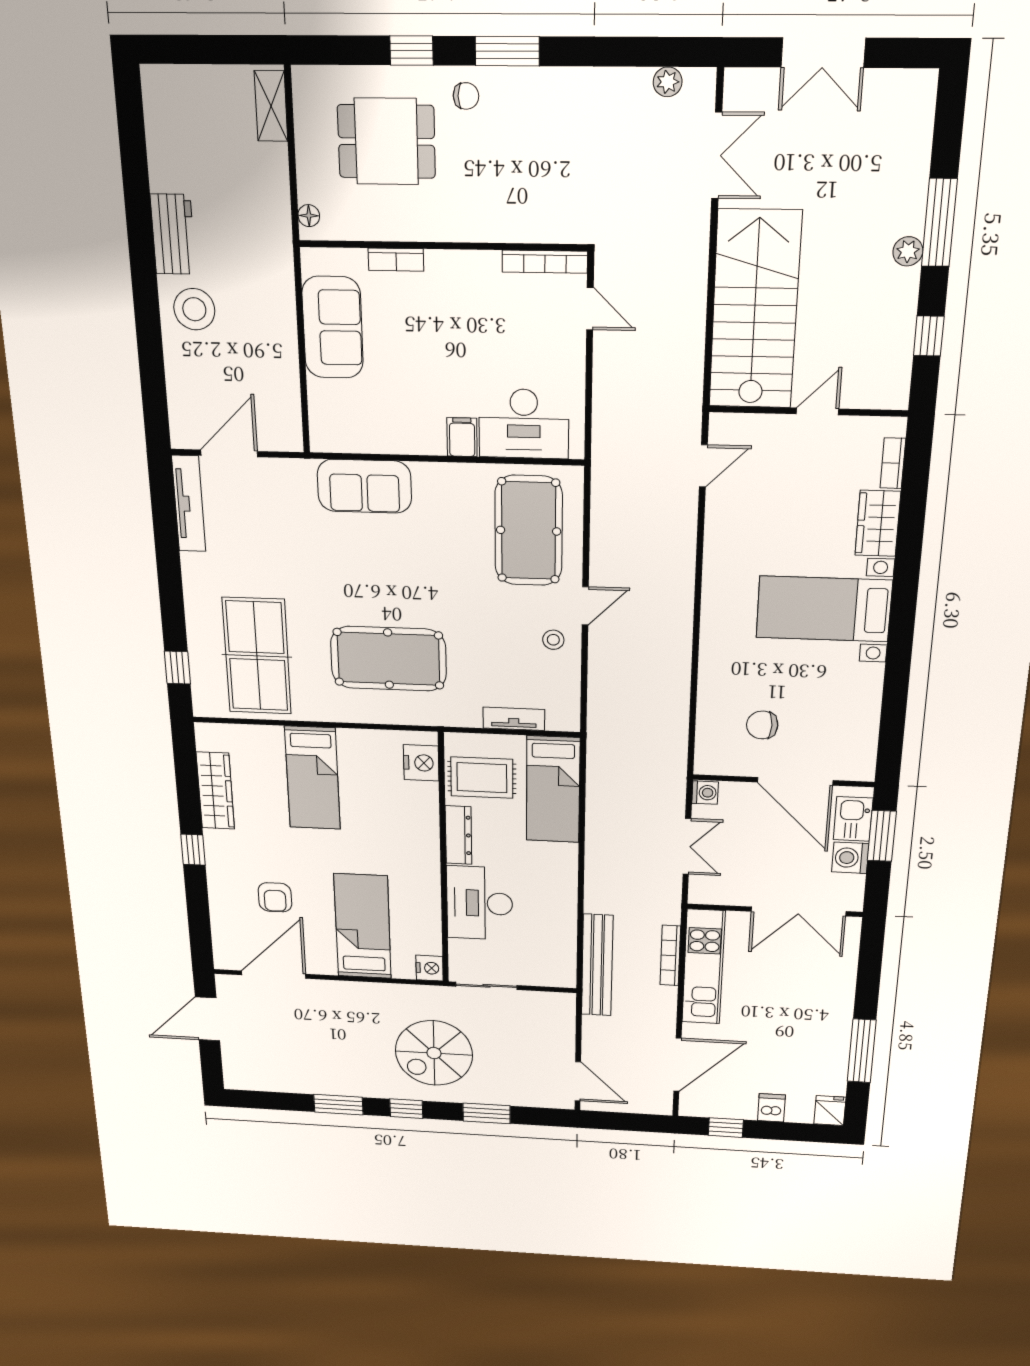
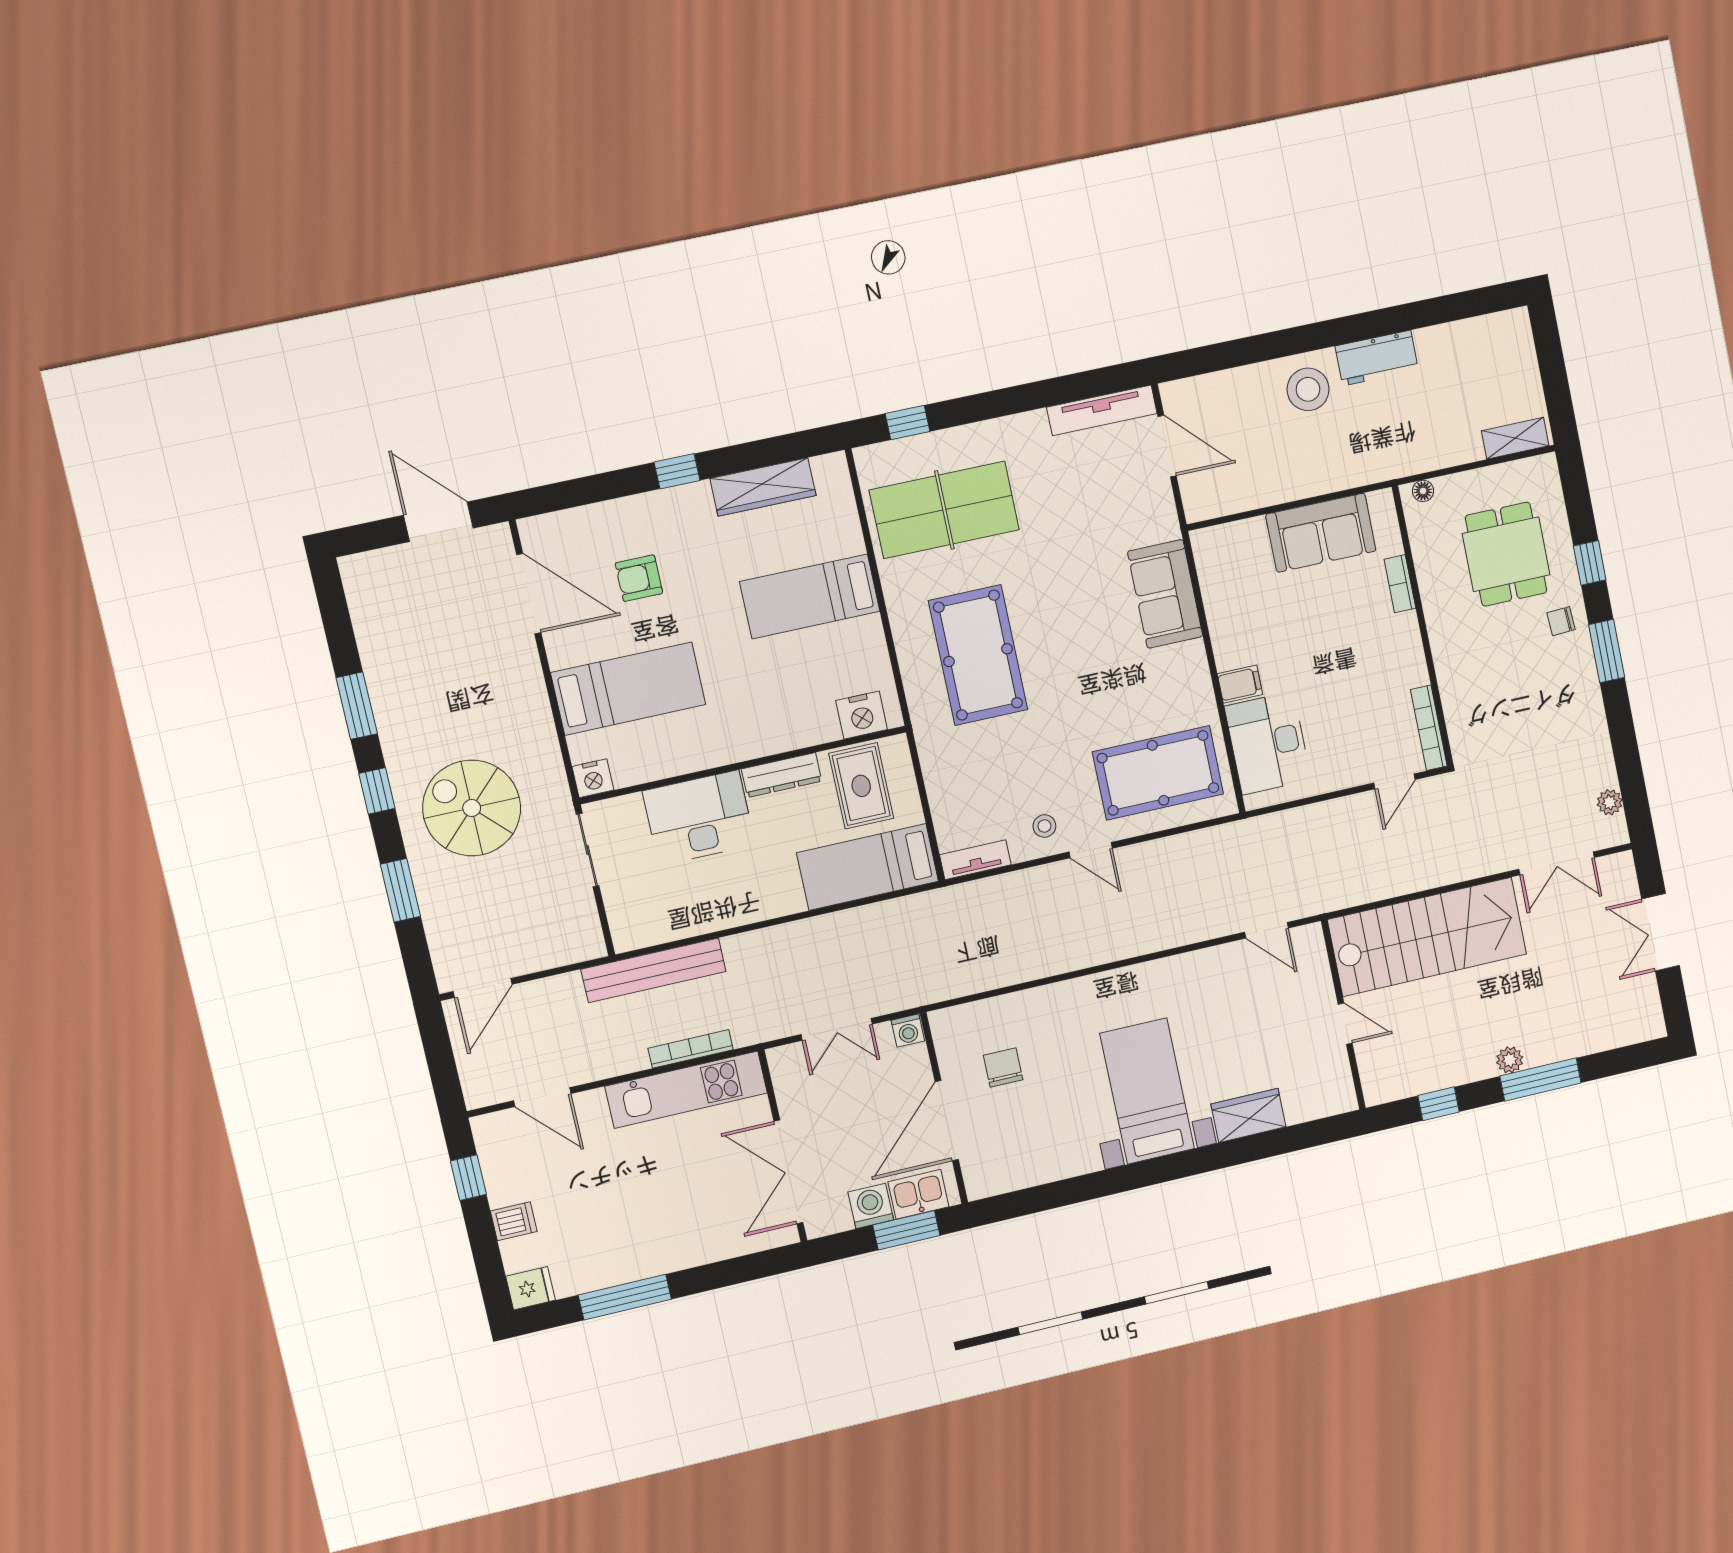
chair: (466, 96) -> (1561, 621), turned 87
bookcase: (893, 463) -> (1311, 1110), removed
tv unit: (514, 719) -> (975, 860), moved, turned -90
door: (677, 1065) -> (542, 1097), width x0.73

